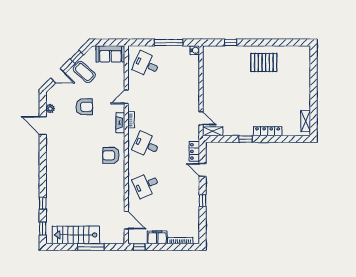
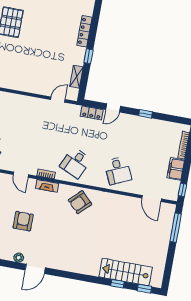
shelving: (213, 131) -> (76, 77), moved
armchair: (111, 155) -> (80, 202), turned 45
door: (126, 220) -> (152, 198), swing flipped
stairs: (76, 235) -> (126, 272), moved, turned 90
window: (91, 247) -> (176, 228), moved

